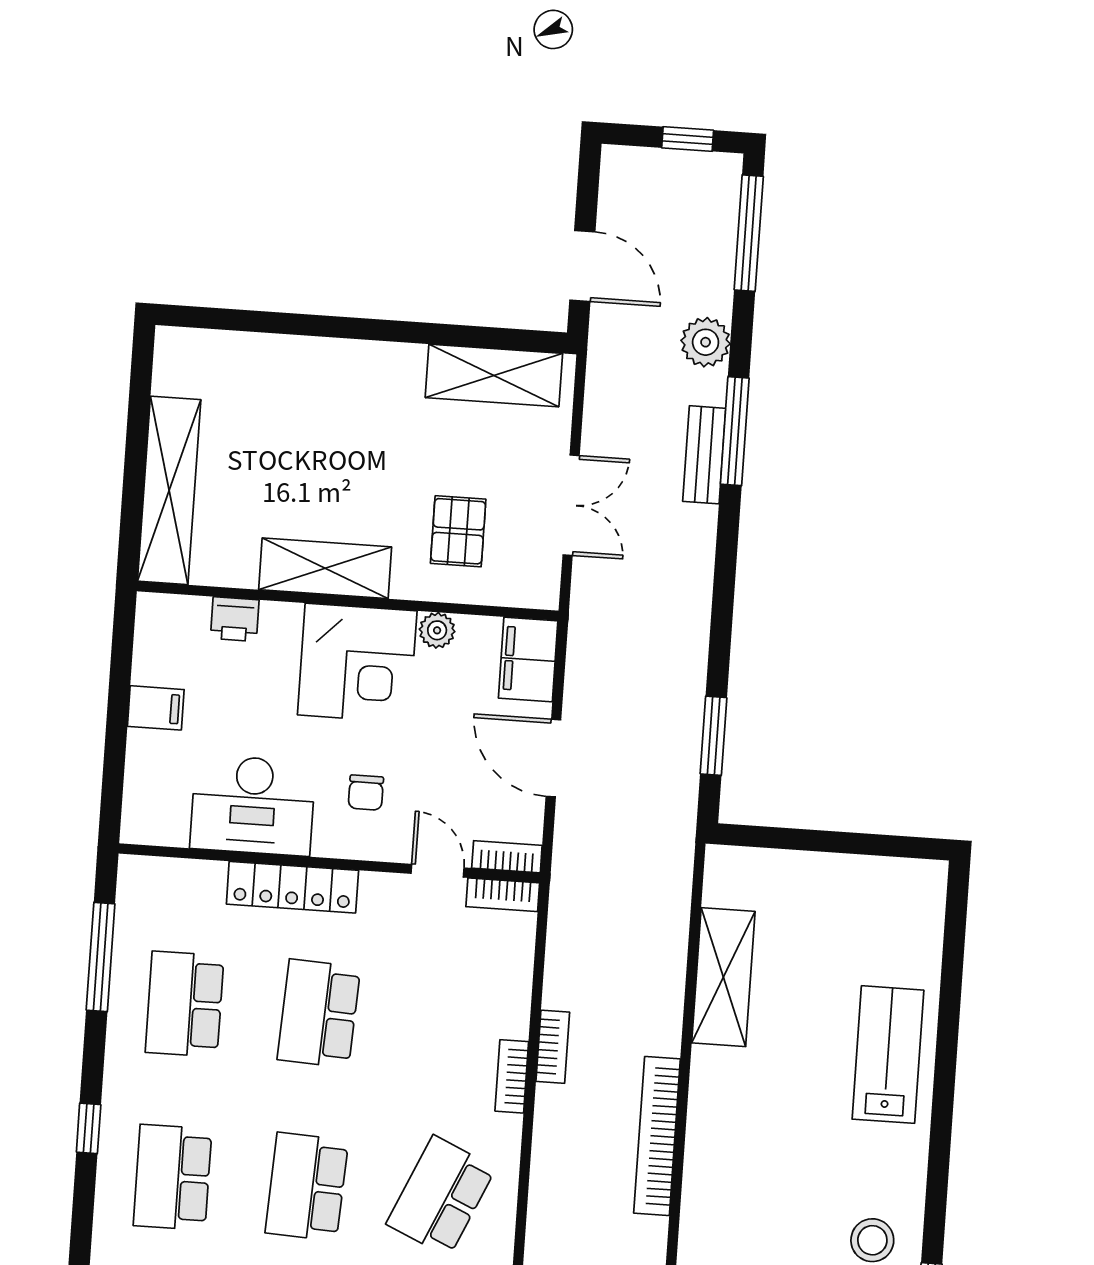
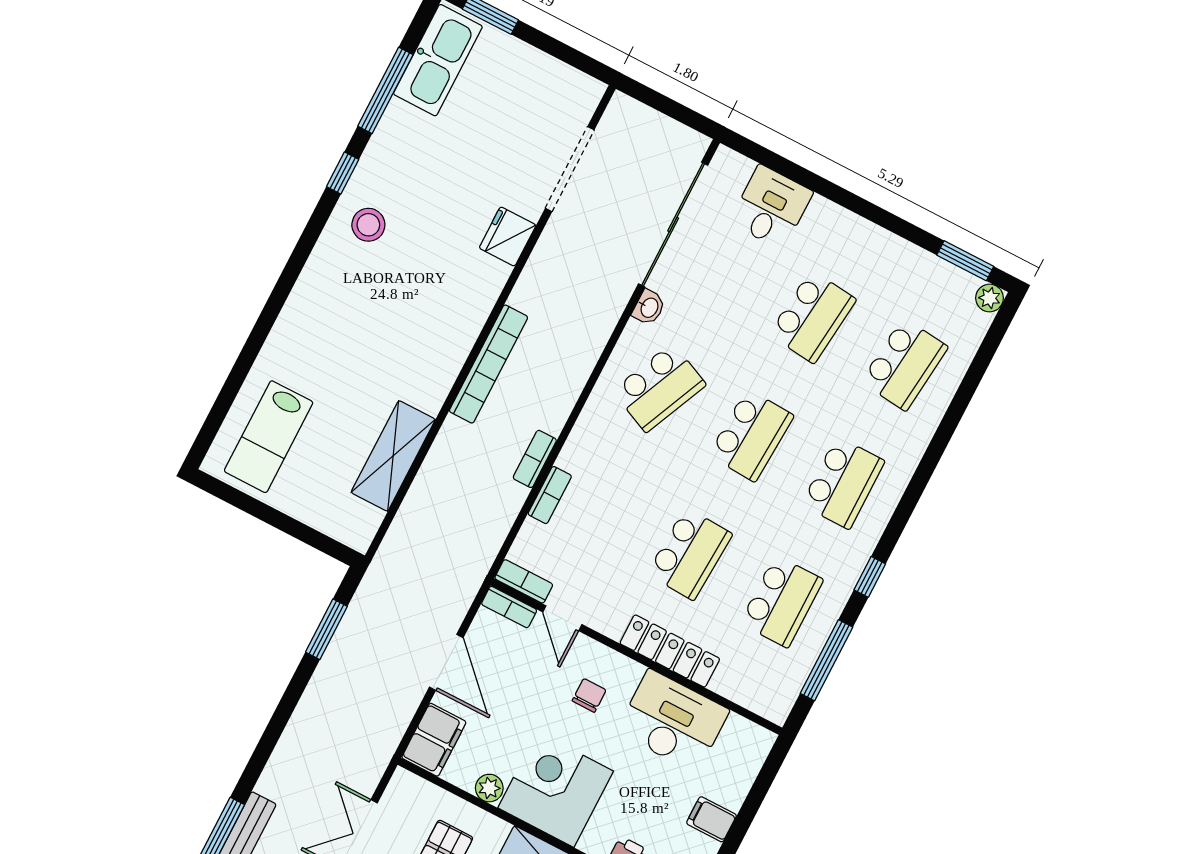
lab bench: (888, 1055) -> (269, 437), moved
bookcase: (512, 1076) -> (550, 495), moved
window: (89, 1128) -> (870, 577), moved

